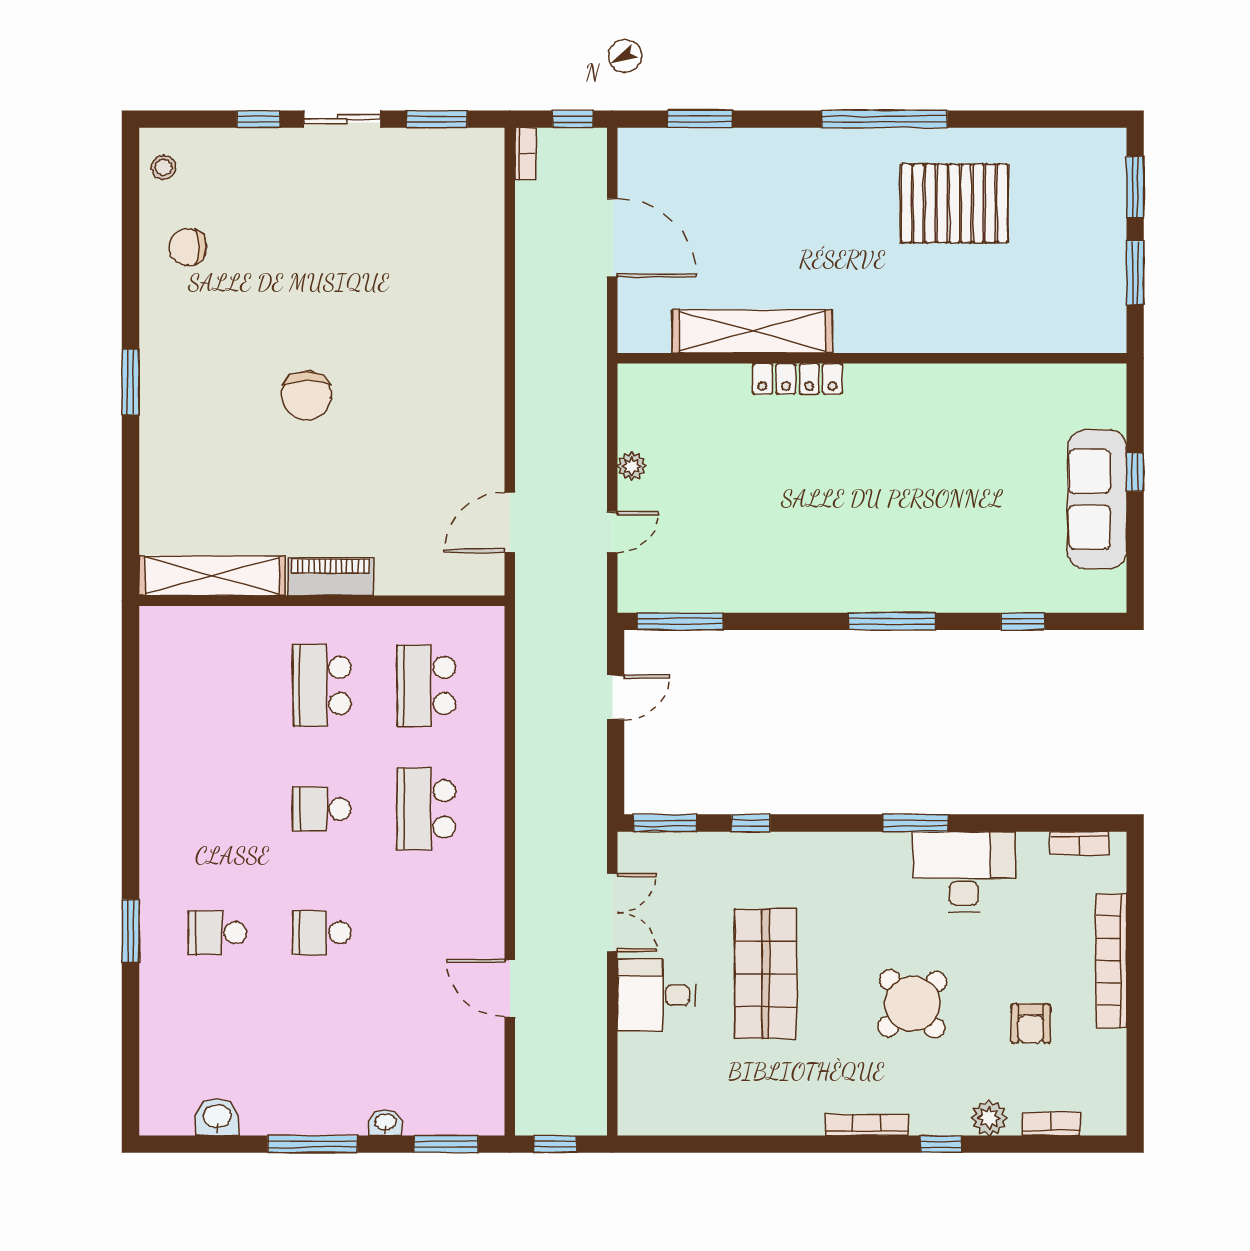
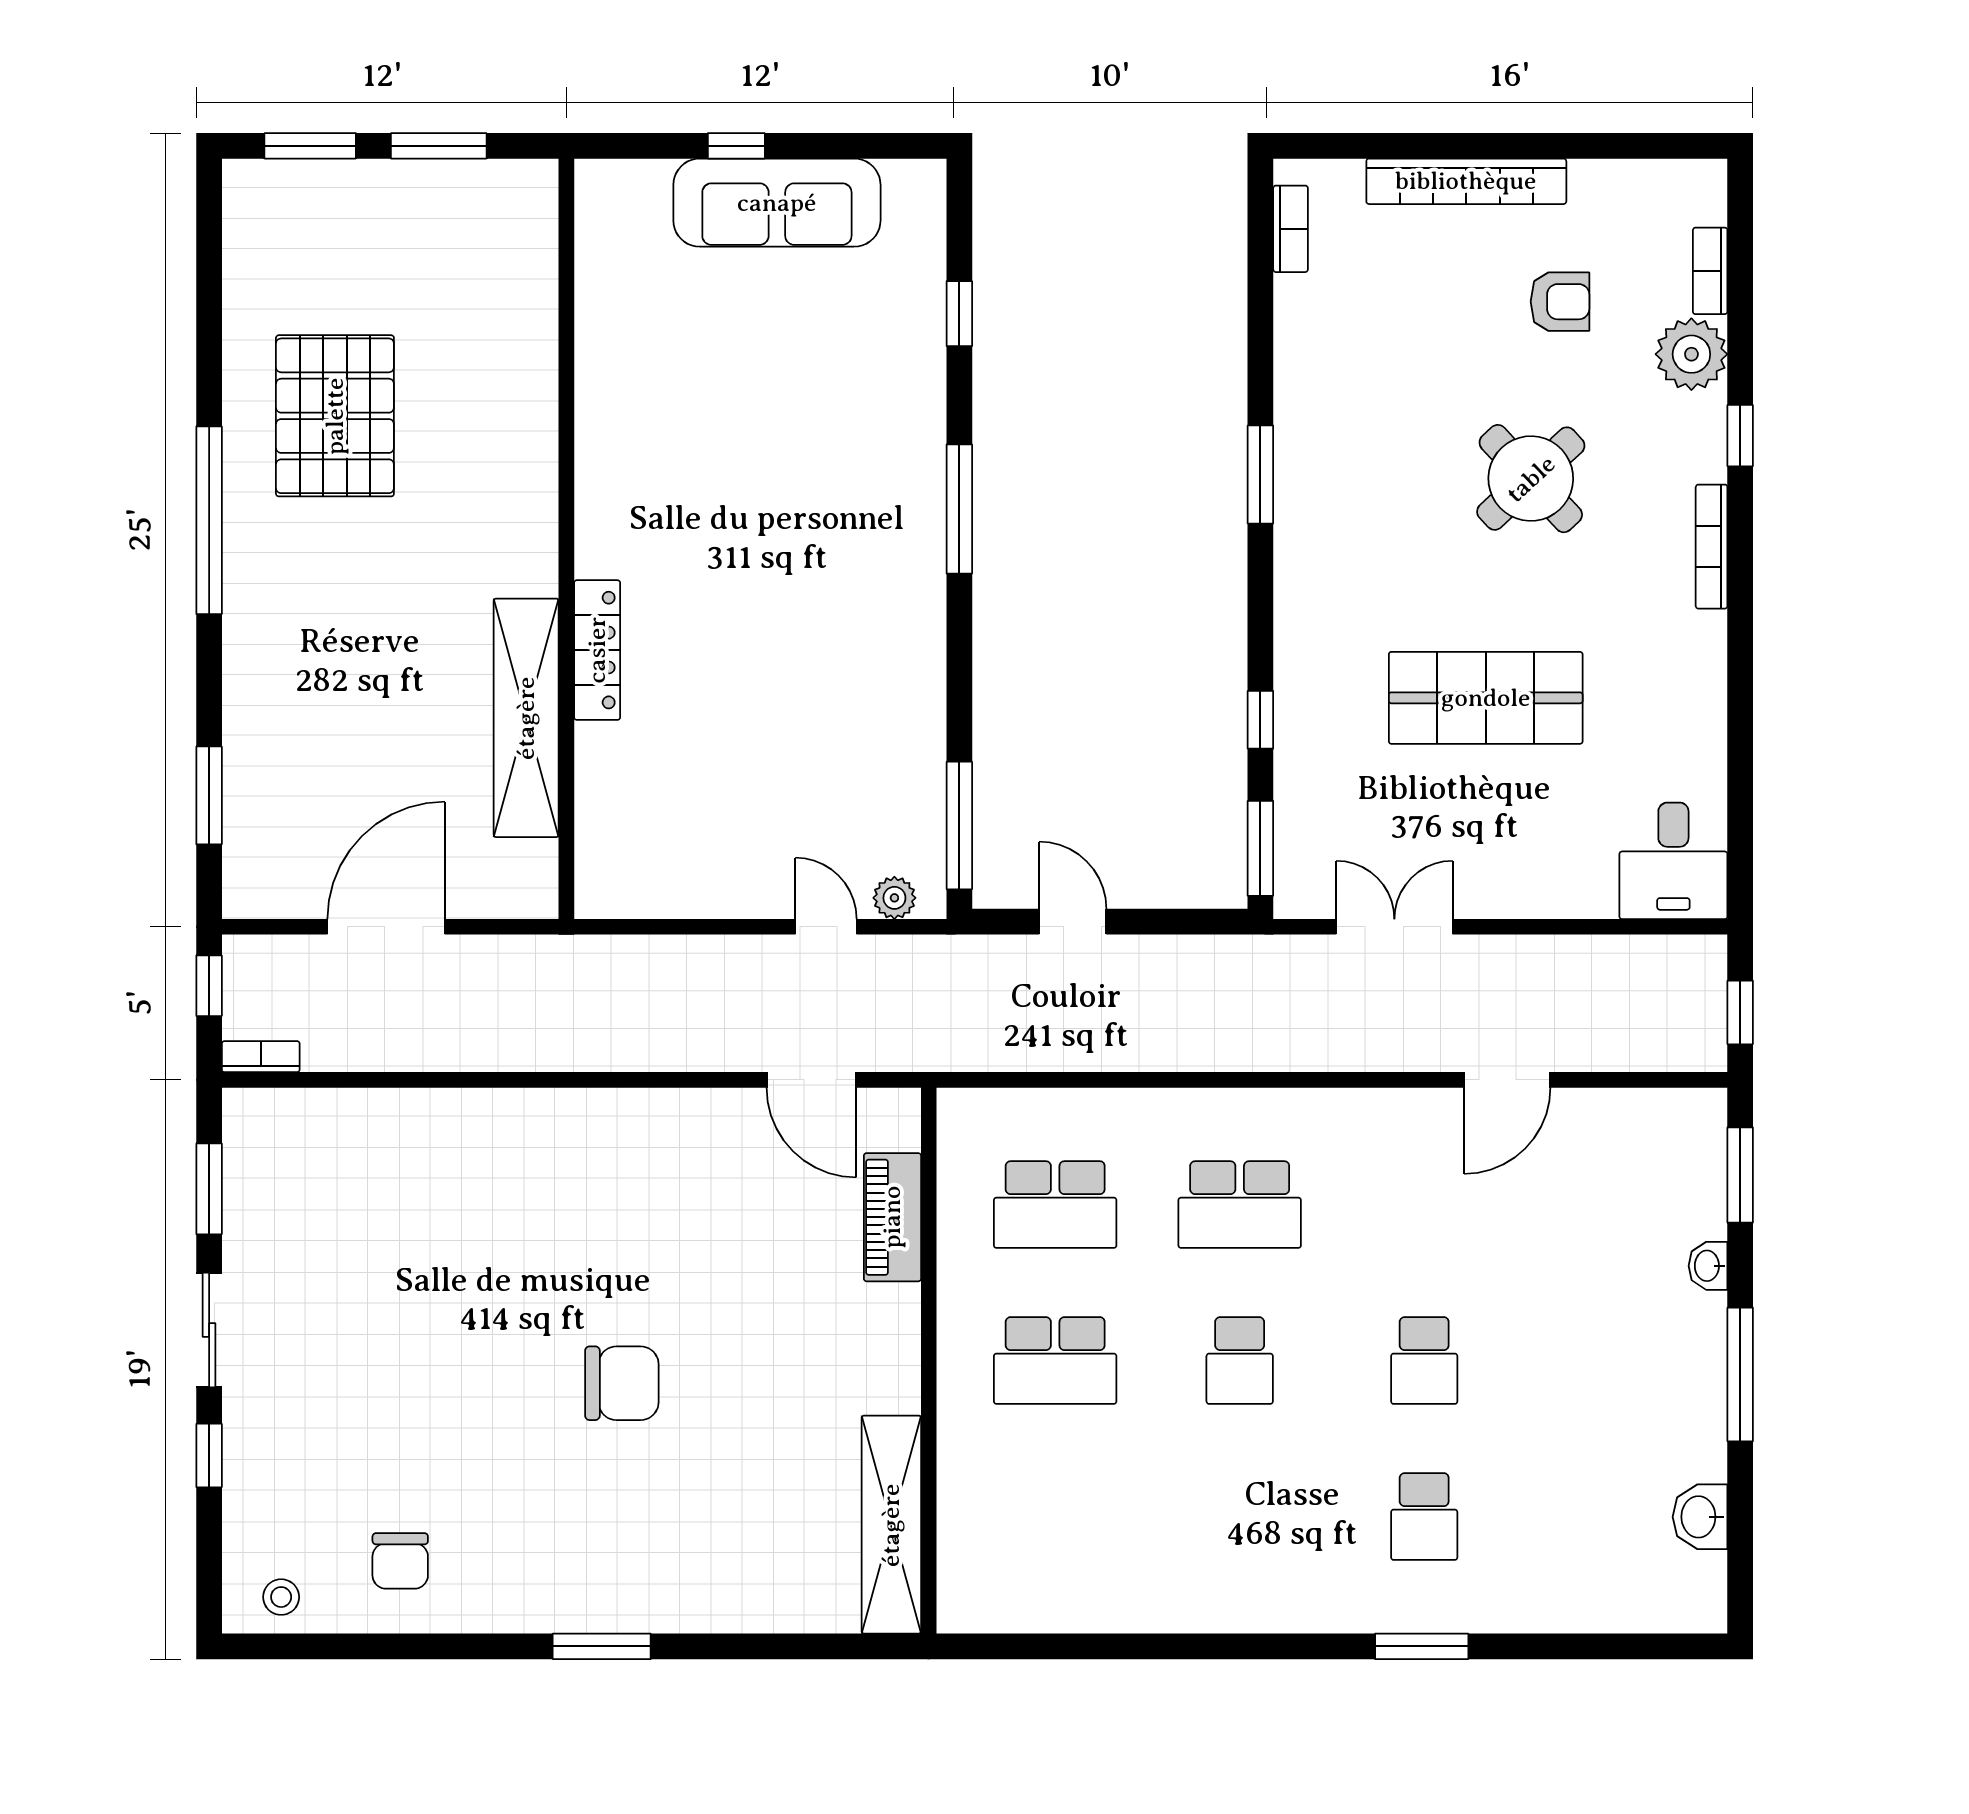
plant: (632, 466) -> (894, 898), moved
piano: (331, 577) -> (892, 1217), moved
desk: (964, 872) -> (1333, 401), removed
desk: (656, 995) -> (1673, 861), moved
plant: (989, 1118) -> (1691, 354), width x1.36, depth x1.36

